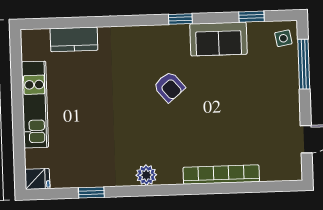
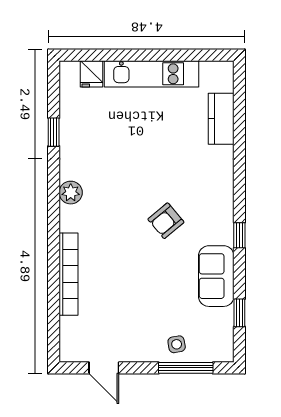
side table: (283, 38) -> (177, 344), moved
fridge: (37, 179) -> (91, 74), moved

